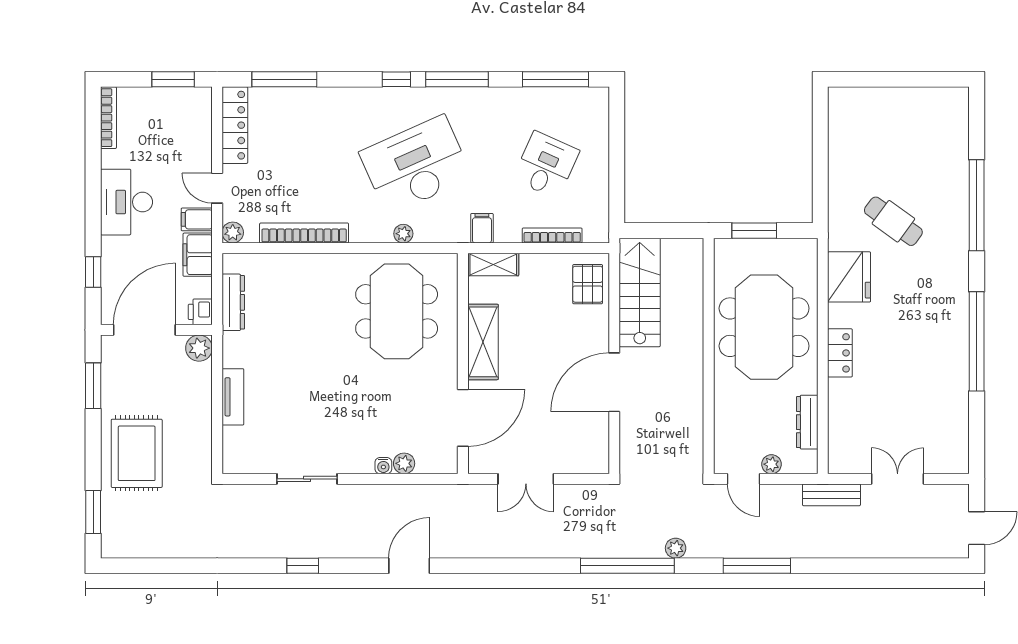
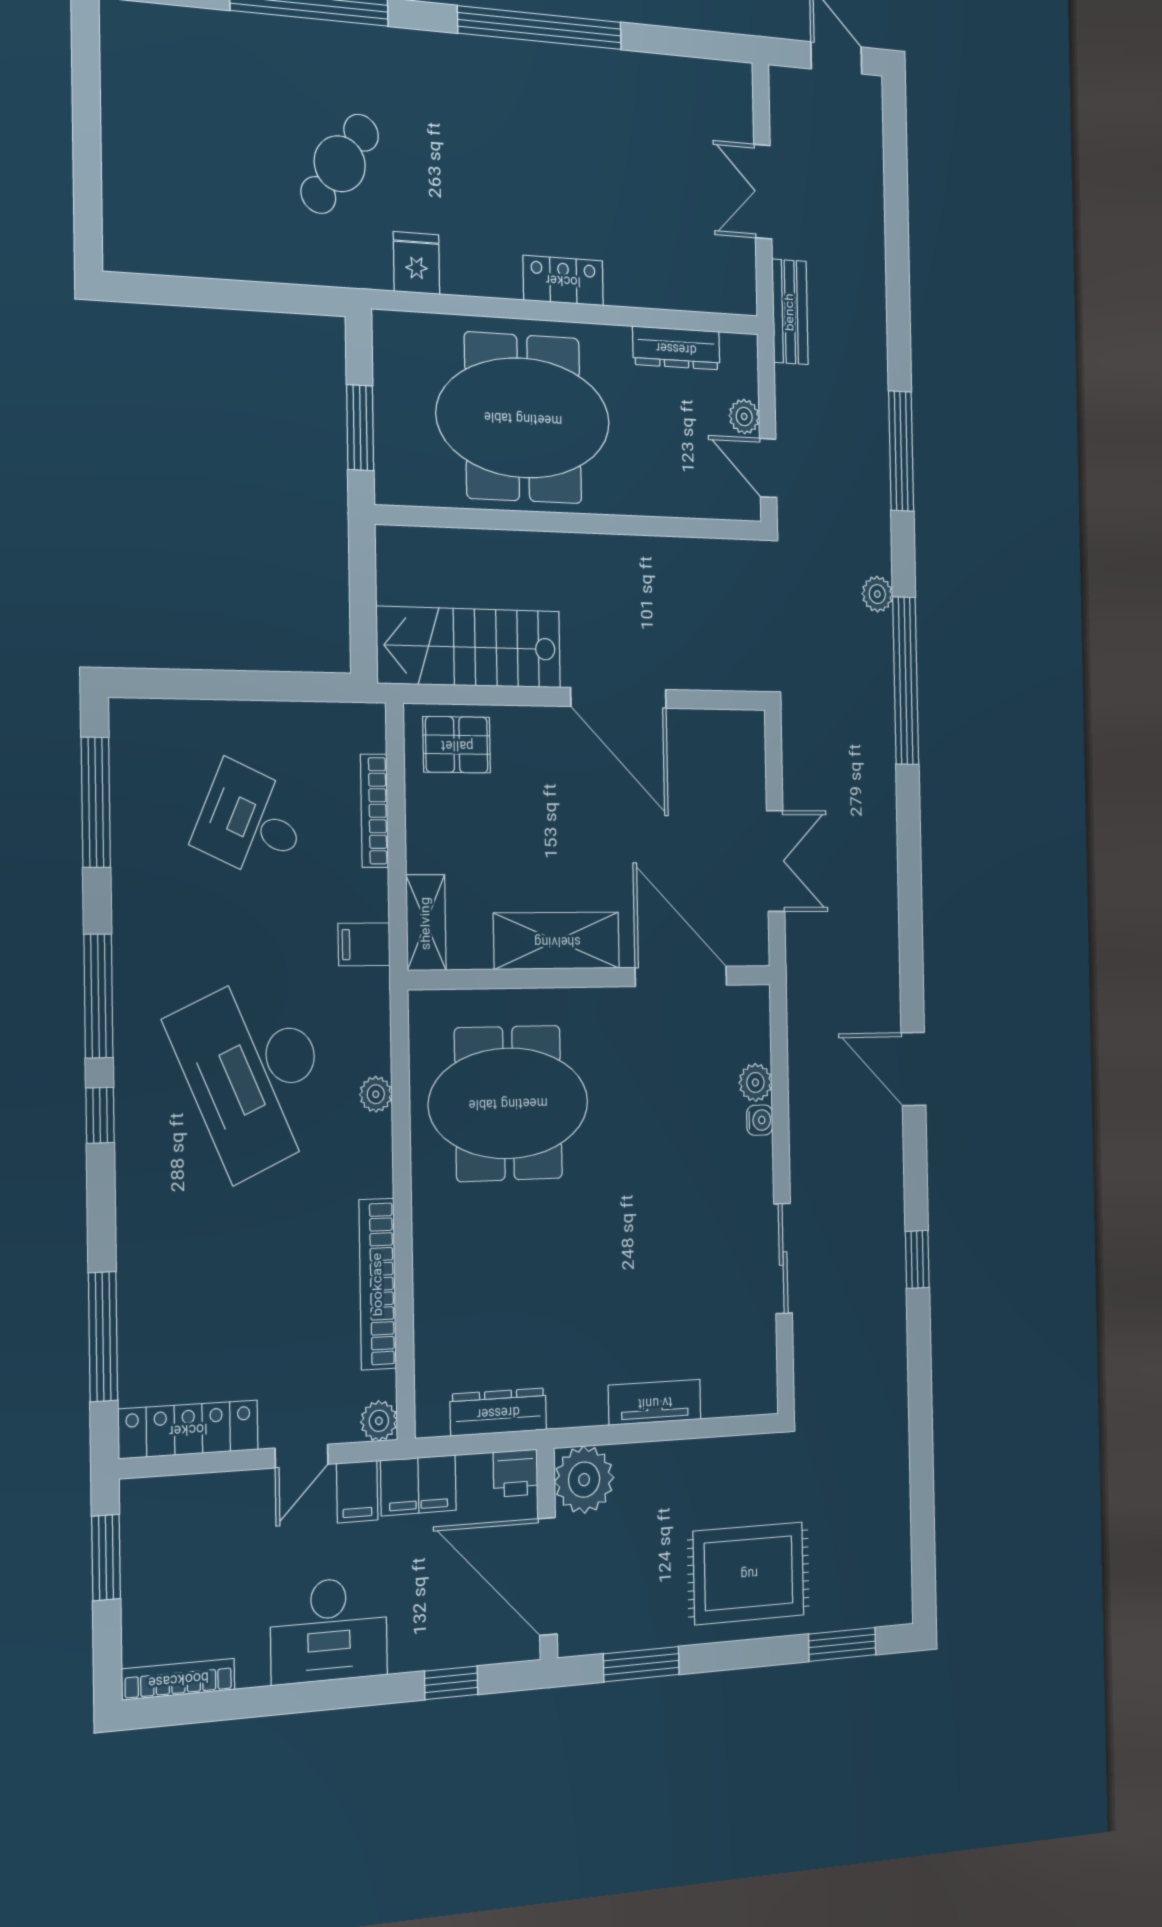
fridge: (849, 277) -> (416, 263), width x0.53, depth x0.75
plant: (199, 348) -> (584, 1480), width x1.36, depth x1.36
door: (744, 479) -> (768, 468), swing flipped

